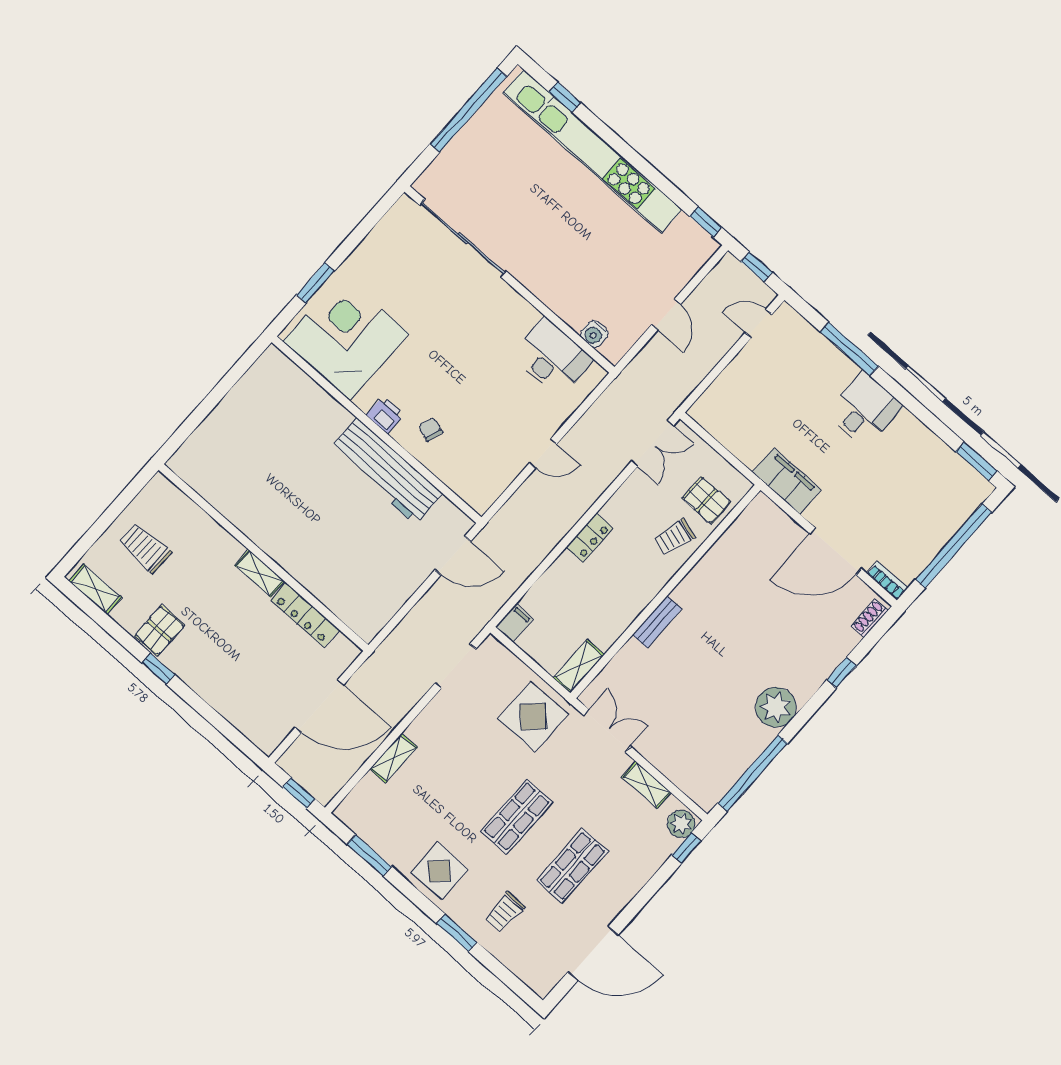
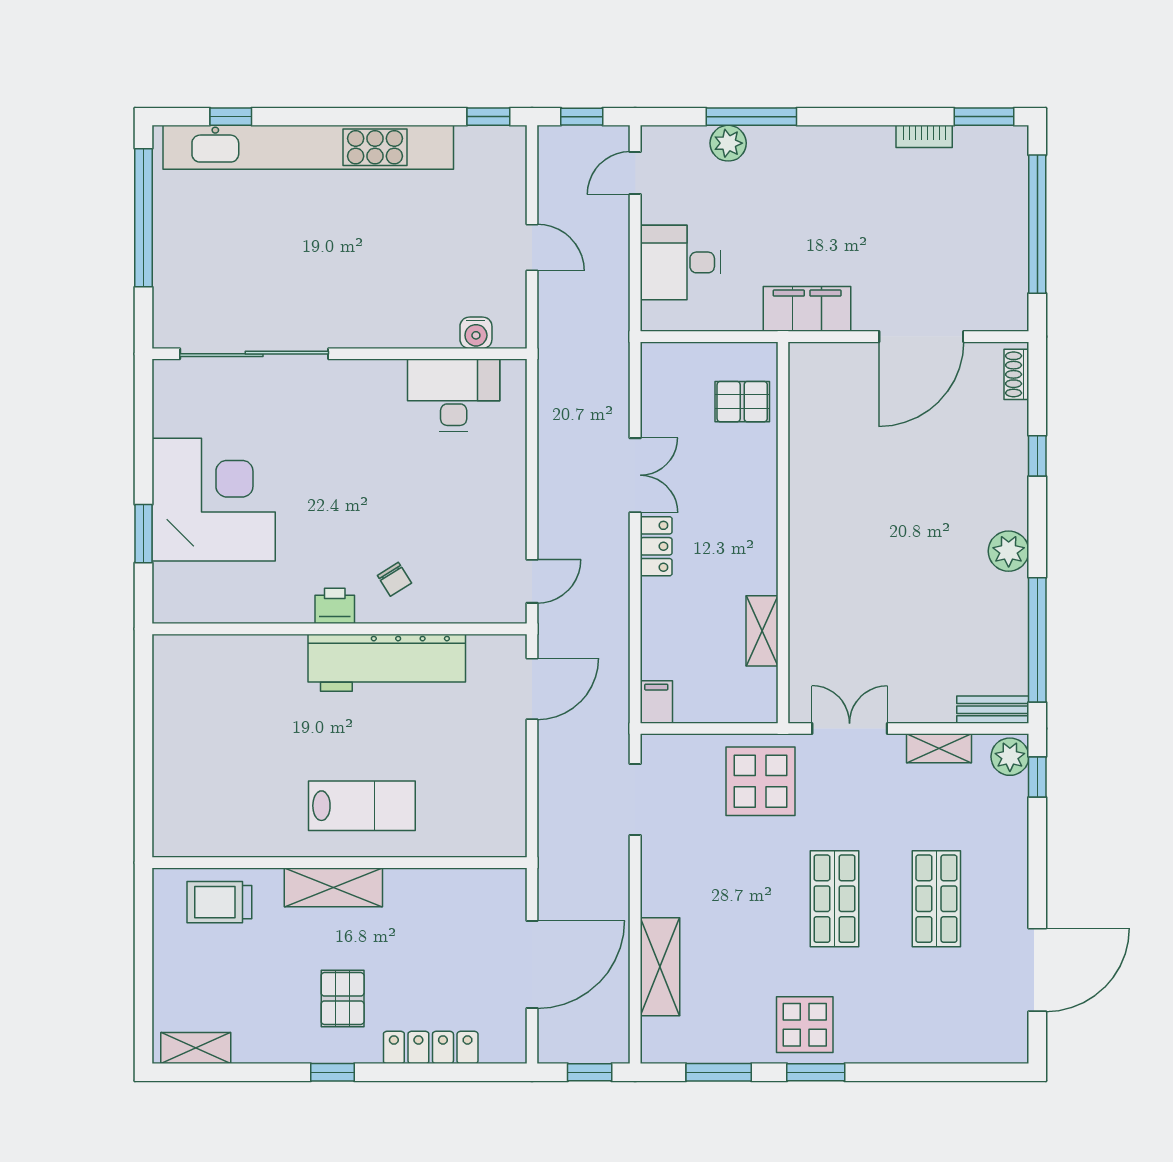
corner desk: (346, 338) -> (214, 500), moved, turned 90
plant: (824, 352) -> (728, 143), added
desk: (864, 410) -> (680, 262), moved, turned -90
chair: (431, 429) -> (394, 579), turned -140
double door: (653, 443) -> (635, 475), moved
door: (543, 454) -> (532, 581), moved
lab bench: (303, 537) -> (362, 806), added
trolley: (674, 537) -> (743, 469), removed
trolley: (145, 548) -> (219, 902), moved
shelving: (260, 573) -> (333, 887), width x1.50, depth x1.33
bookcase: (887, 581) -> (924, 136), moved, turned 180
locker: (305, 615) -> (431, 1047), moved, turned 180
bench: (657, 622) -> (993, 710), moved, turned 90
pallet: (160, 631) -> (343, 999), moved
shelving: (579, 666) -> (762, 631), moved
plant: (776, 707) -> (1009, 551), width x0.73, depth x0.73
shelving: (394, 758) -> (660, 967), width x1.50, depth x1.33
trolley: (505, 912) -> (909, 1008), removed
window: (457, 933) -> (816, 1072), moved

